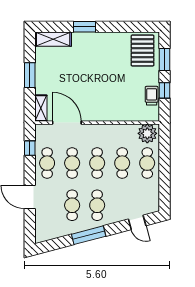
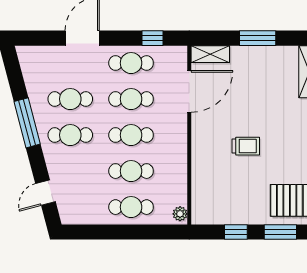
trolley: (152, 96) -> (246, 146), moved
plant: (147, 133) -> (180, 214), width x0.53, depth x0.53

